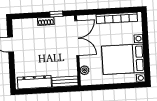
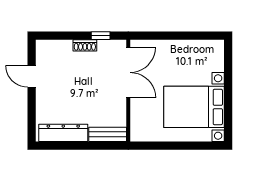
bookcase: (117, 18) -> (188, 46), removed
plant: (85, 70) -> (137, 120), removed

